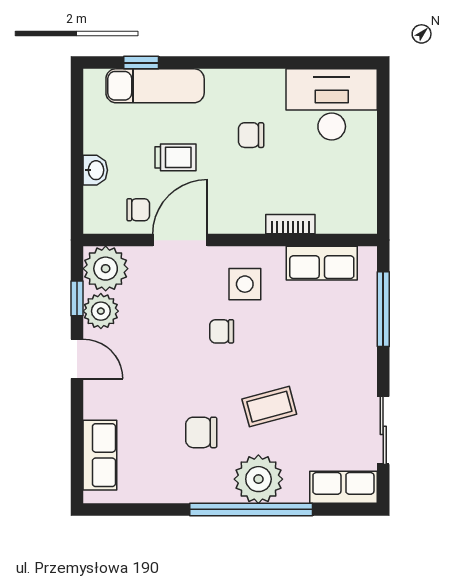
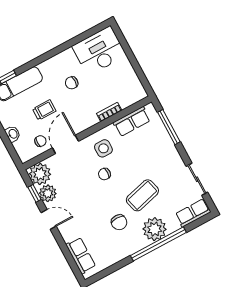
coffee table: (269, 407) -> (142, 195), width x1.36, depth x1.30
chair: (201, 432) -> (119, 222), turned -90

